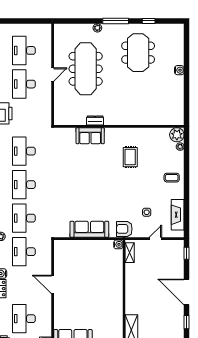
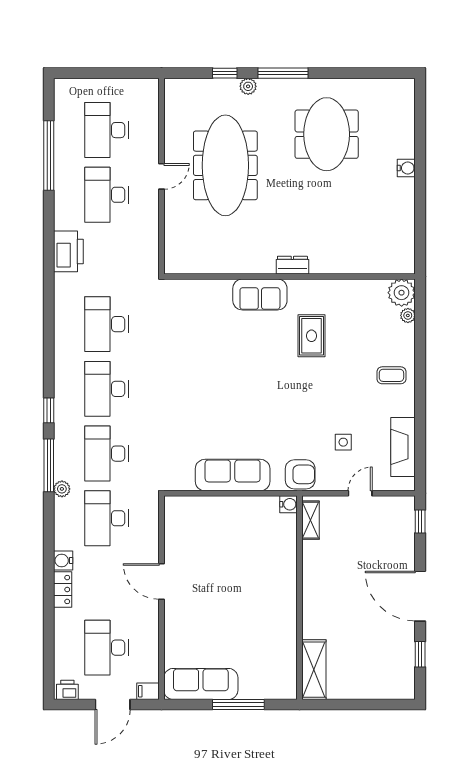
window: (149, 21) -> (225, 73), moved
dresser: (95, 120) -> (292, 265), moved
sofa: (90, 136) -> (260, 295), moved
armchair: (124, 229) -> (300, 474), turned 180

